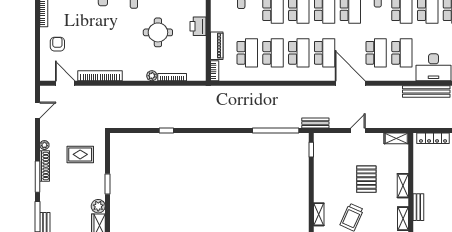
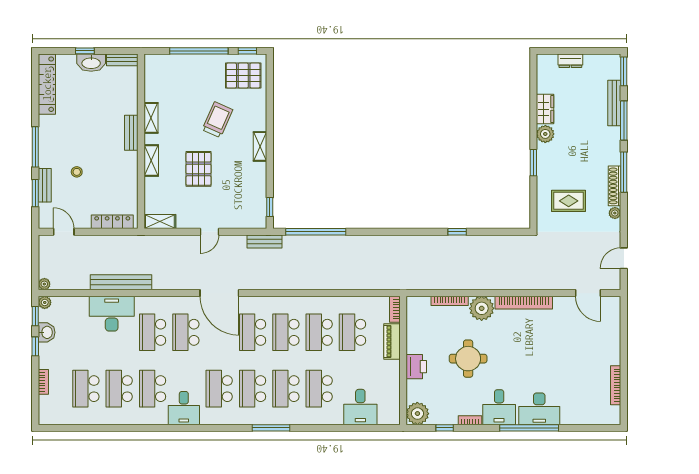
armchair: (57, 44) -> (598, 344), removed
bookcase: (100, 76) -> (524, 303), moved
plant: (152, 76) -> (482, 308), width x1.87, depth x1.87
shelving: (319, 214) -> (260, 146), moved

